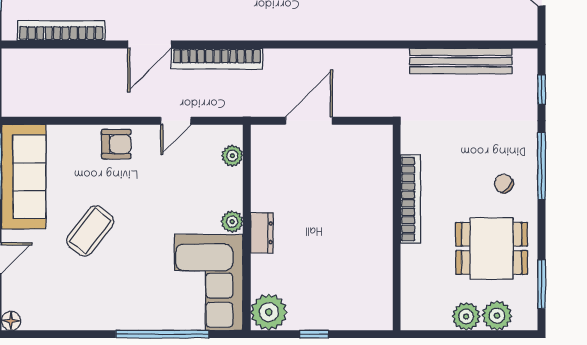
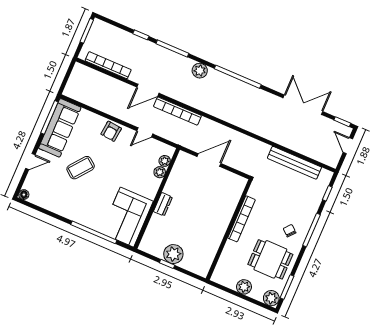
armchair: (116, 144) -> (111, 131), turned 96
plant: (232, 222) -> (160, 172), moved
plant: (269, 312) -> (173, 254), moved
plant: (497, 316) -> (271, 298), moved

